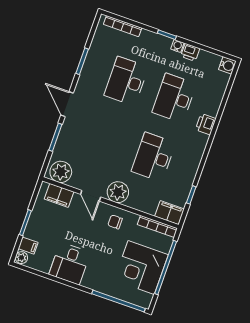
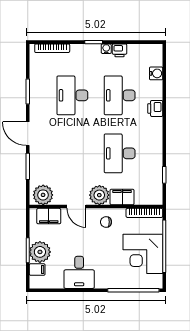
water cooler: (227, 65) -> (156, 73), moved
filing cabinet: (170, 213) -> (122, 197), moved
plant: (21, 258) -> (40, 252), moved, width x1.88, depth x1.88

